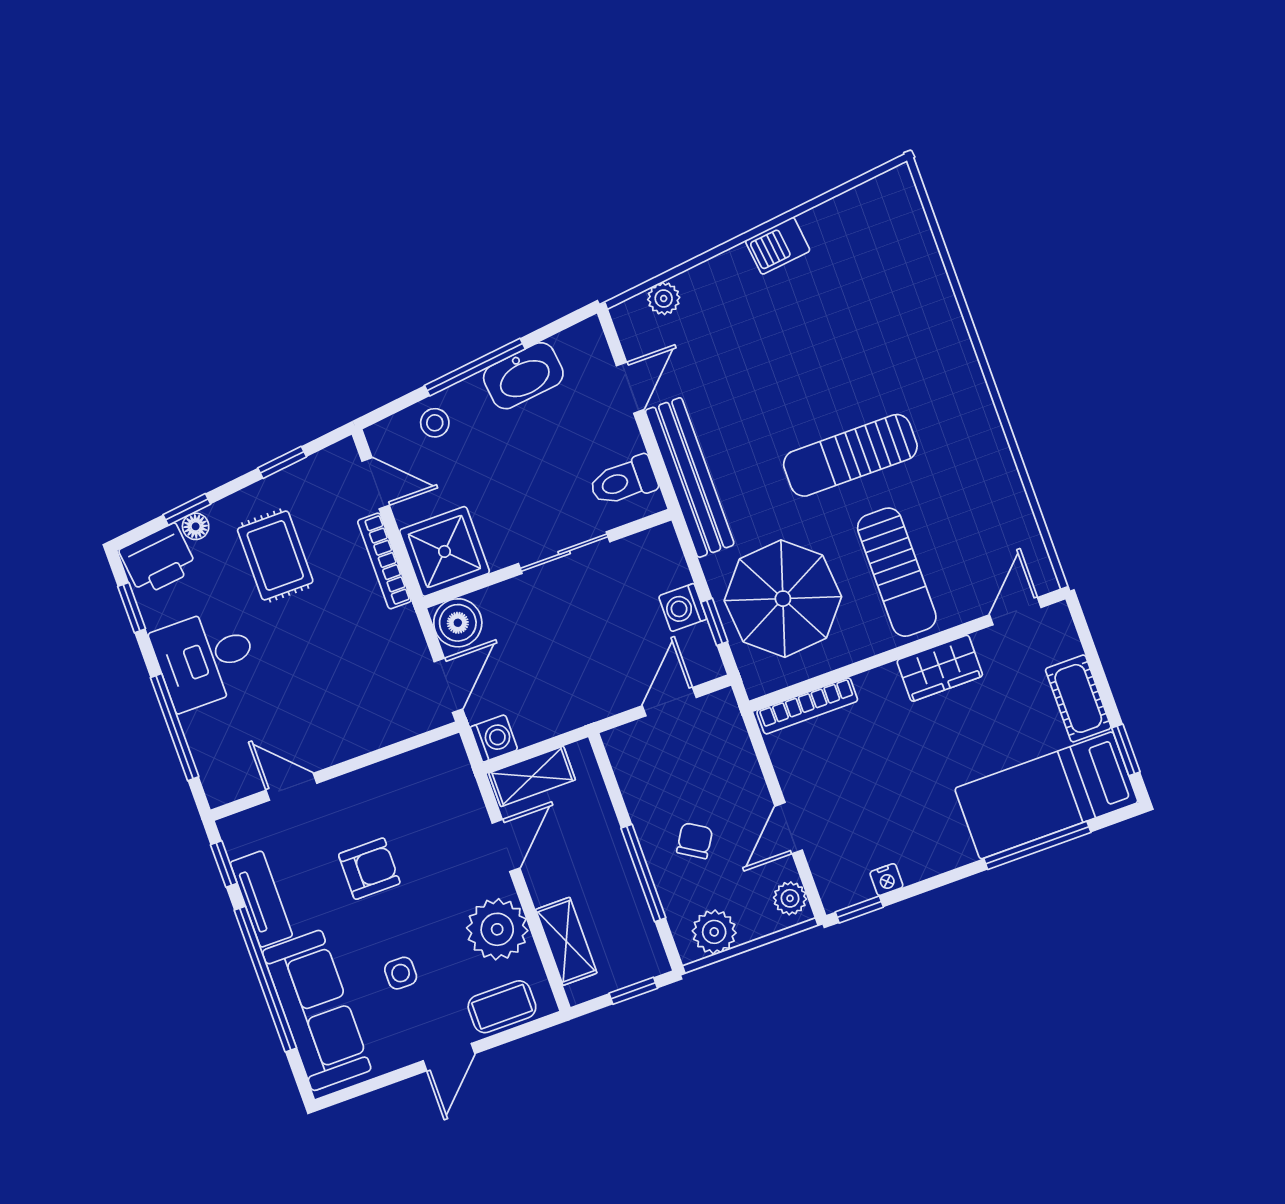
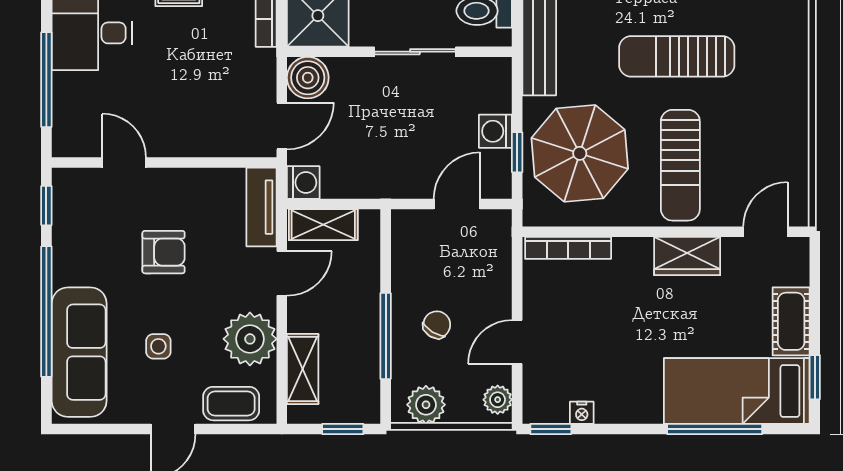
tv unit: (261, 899) -> (262, 207), moved, turned 180

